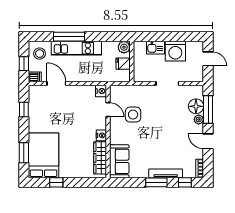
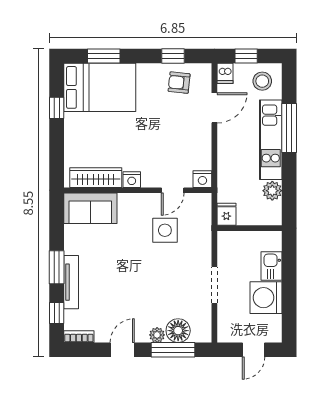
plant: (124, 47) -> (272, 191), moved
fridge: (123, 64) -> (226, 214), moved
armchair: (40, 106) -> (179, 83), added

